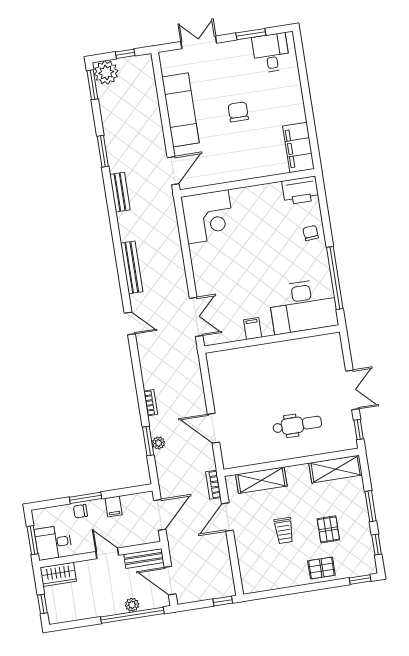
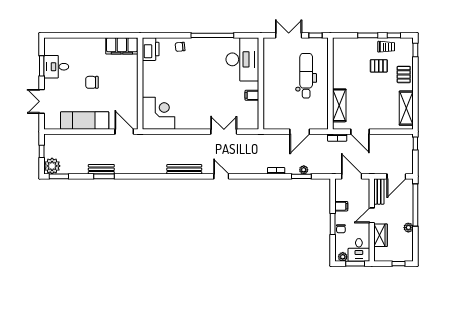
desk: (271, 53) -> (56, 67), moved
bench: (120, 192) -> (101, 169), moved
desk: (303, 306) -> (242, 59), moved
door: (130, 323) -> (221, 176), hinge flipped
filing cabinet: (253, 329) -> (252, 95), moved
wall: (272, 339) -> (261, 84), moved
dental chair: (297, 425) -> (306, 76), width x1.36, depth x1.38
shelving: (336, 469) -> (406, 108), moved
plant: (40, 520) -> (343, 257), added
trolley: (284, 531) -> (386, 47), moved
wardrobe: (58, 574) -> (381, 235), moved
plant: (132, 605) -> (408, 228), moved

